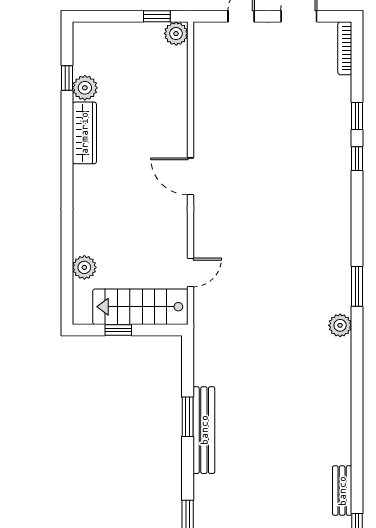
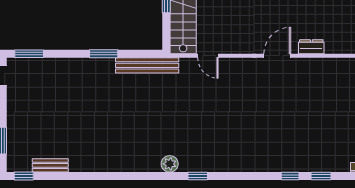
dresser: (178, 129) -> (311, 47), added
window: (357, 286) -> (198, 176), width x0.67
bench: (204, 430) -> (147, 65), moved

